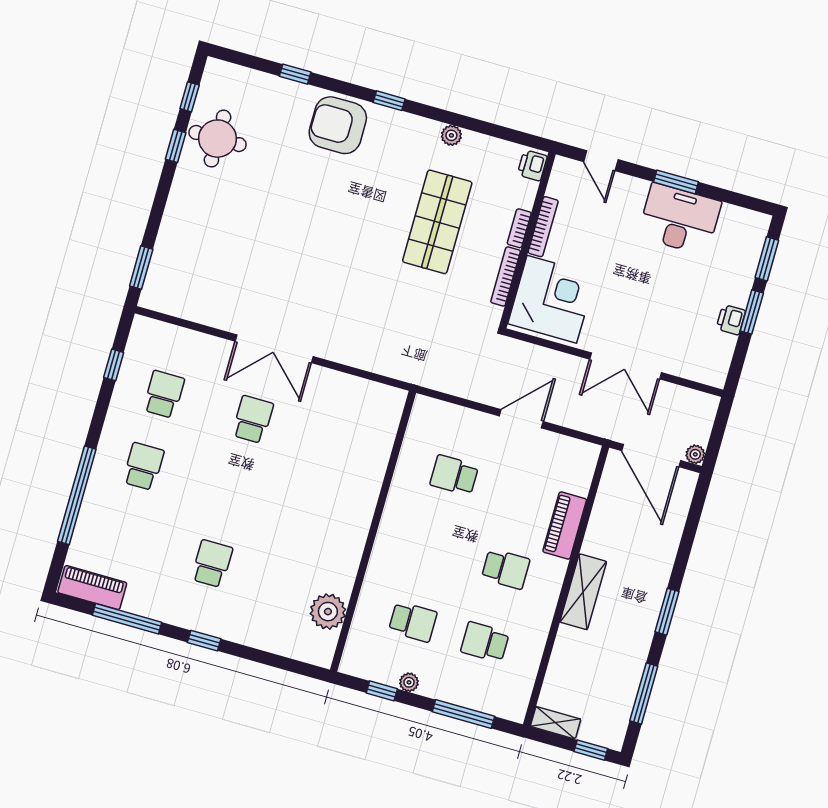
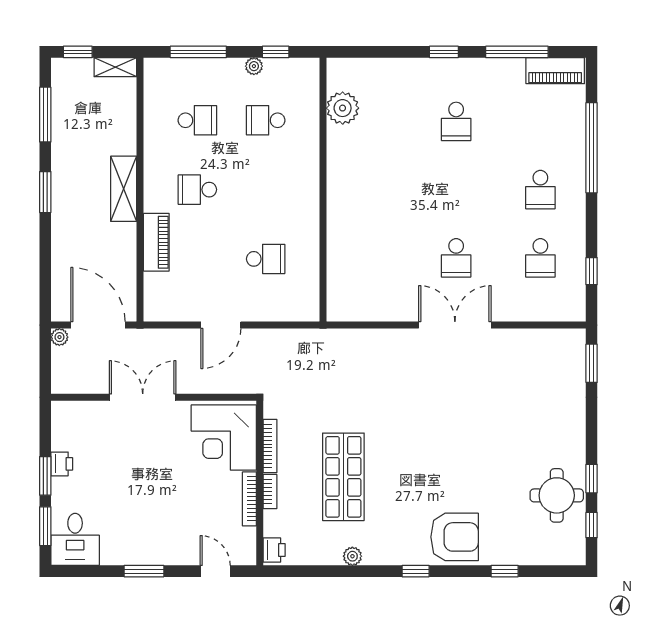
desk: (680, 219) -> (75, 539), moved, width x0.73

